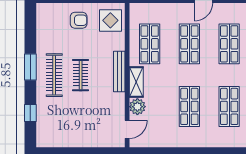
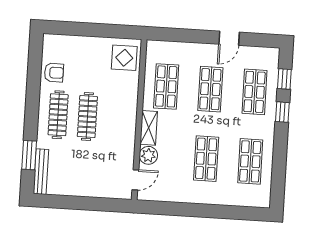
armchair: (79, 20) -> (54, 73), moved
window: (30, 67) -> (32, 104), removed
bench: (119, 72) -> (41, 172), moved
clothes rail: (81, 75) -> (87, 117), width x1.36
window: (30, 113) -> (29, 155), width x1.50

